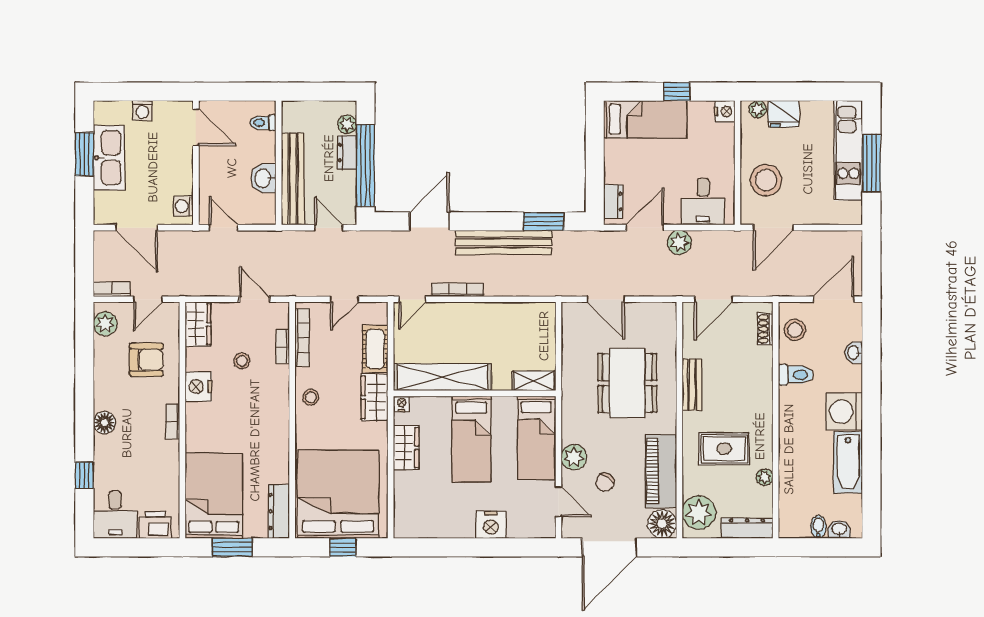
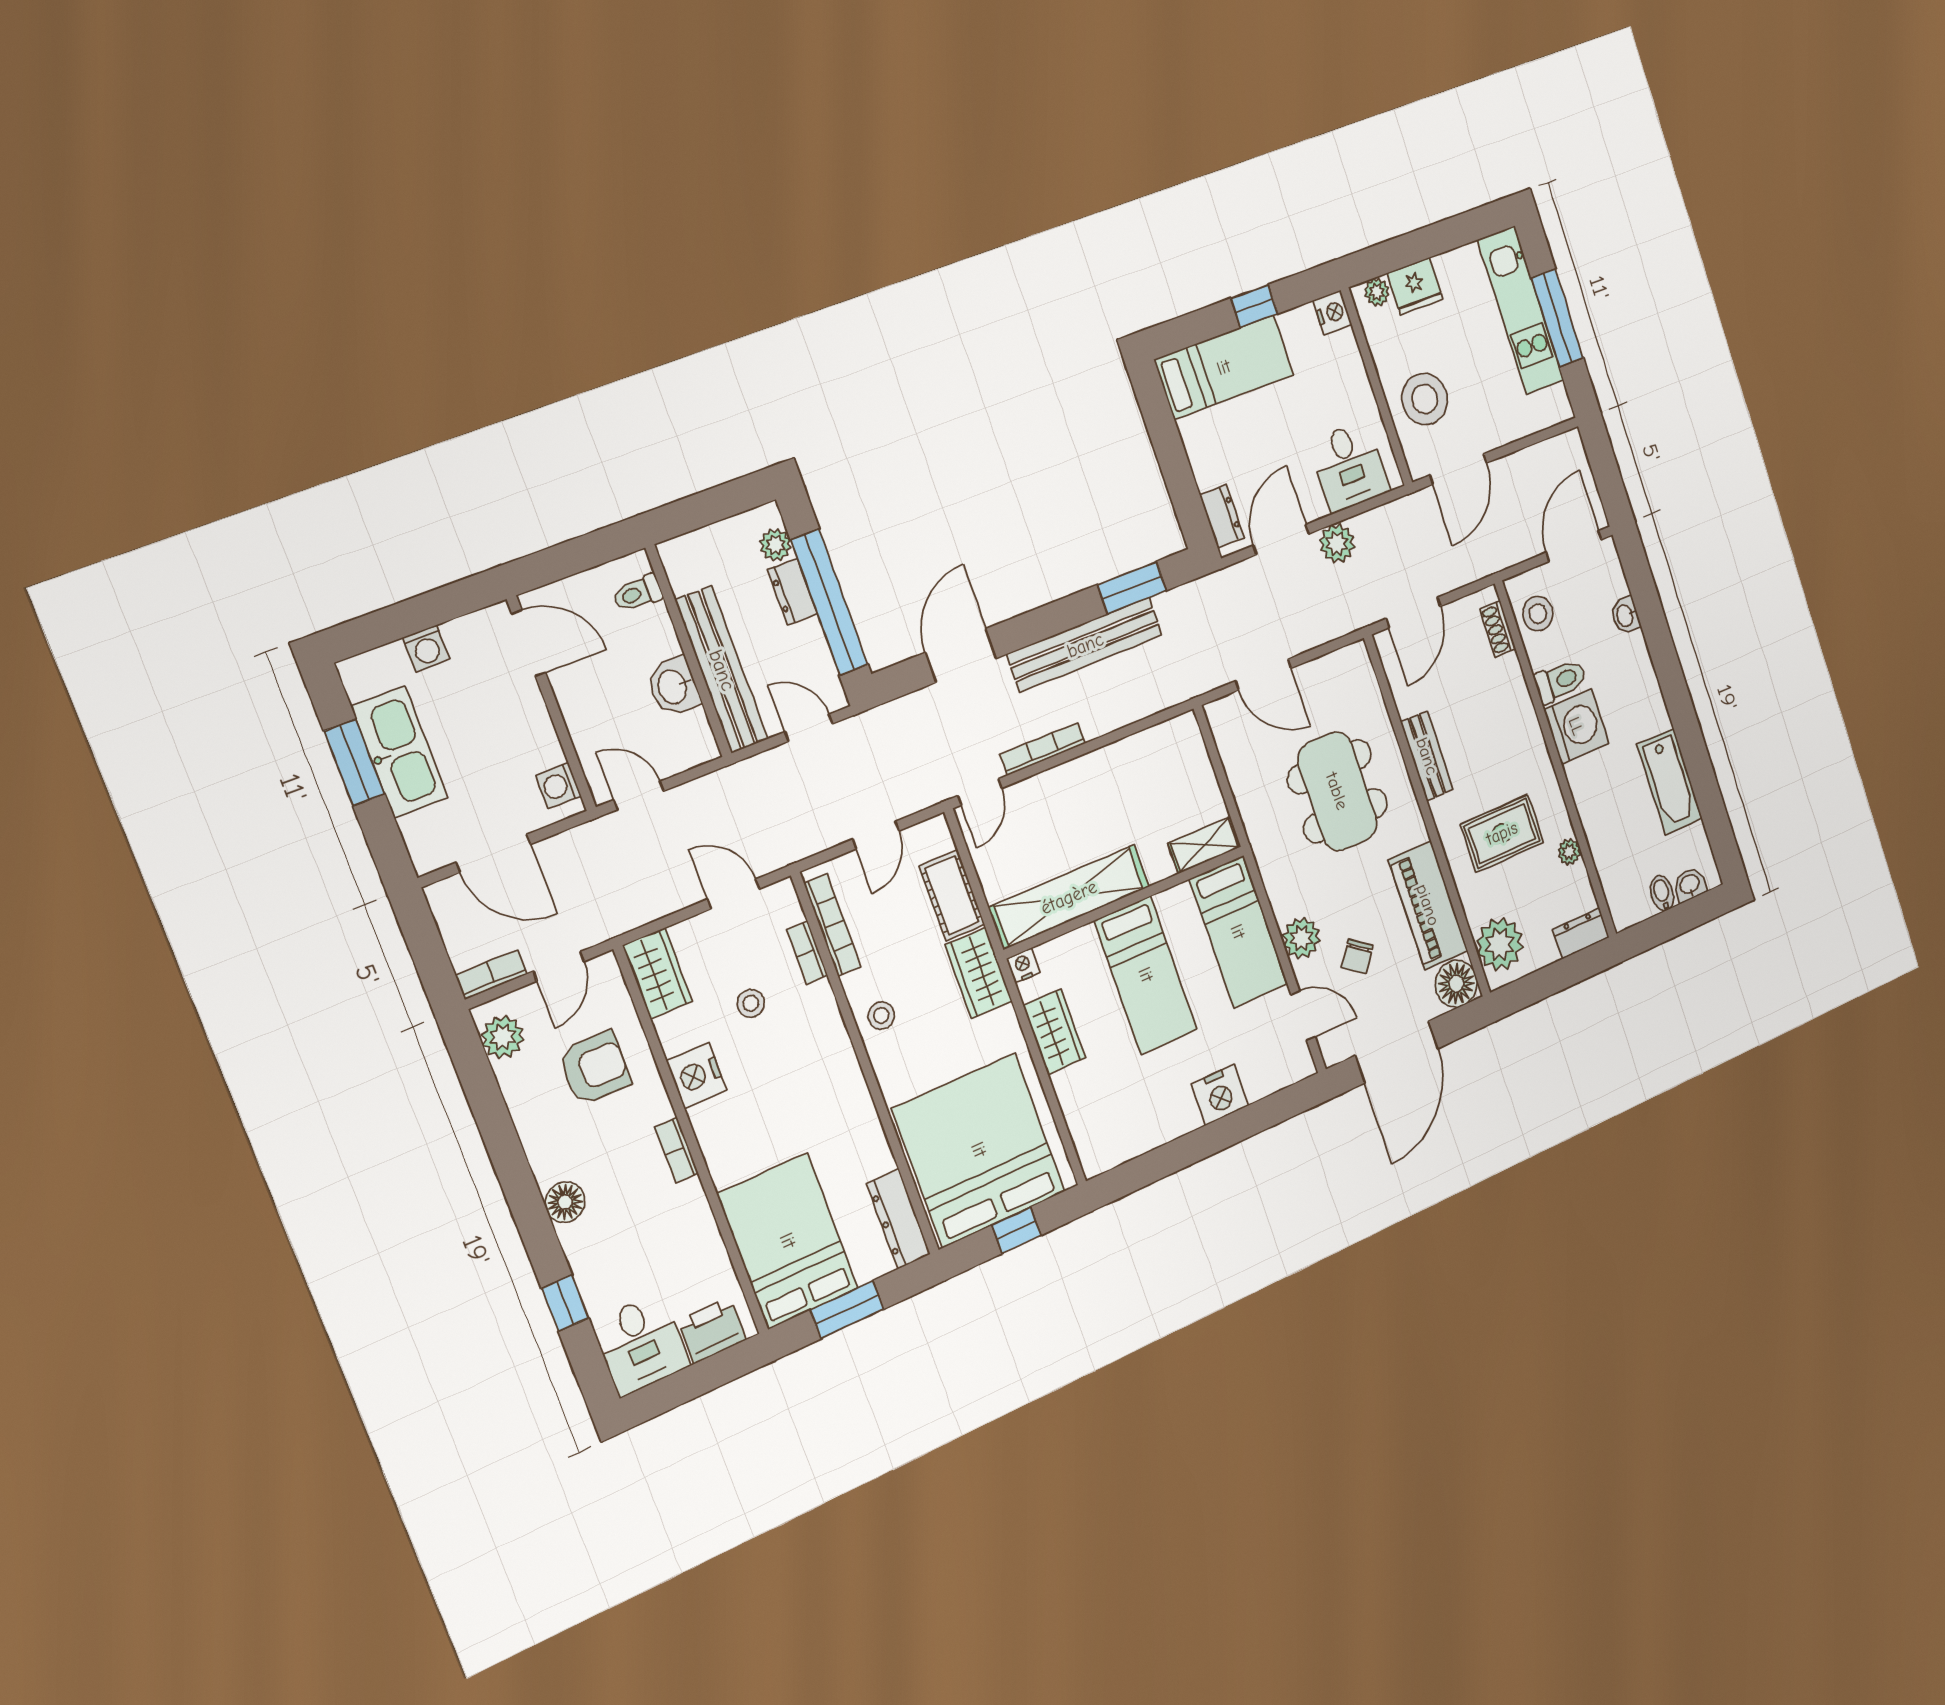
washing machine: (844, 412) -> (1576, 726), moved, turned 180
dresser: (747, 528) -> (1581, 933), width x0.70

